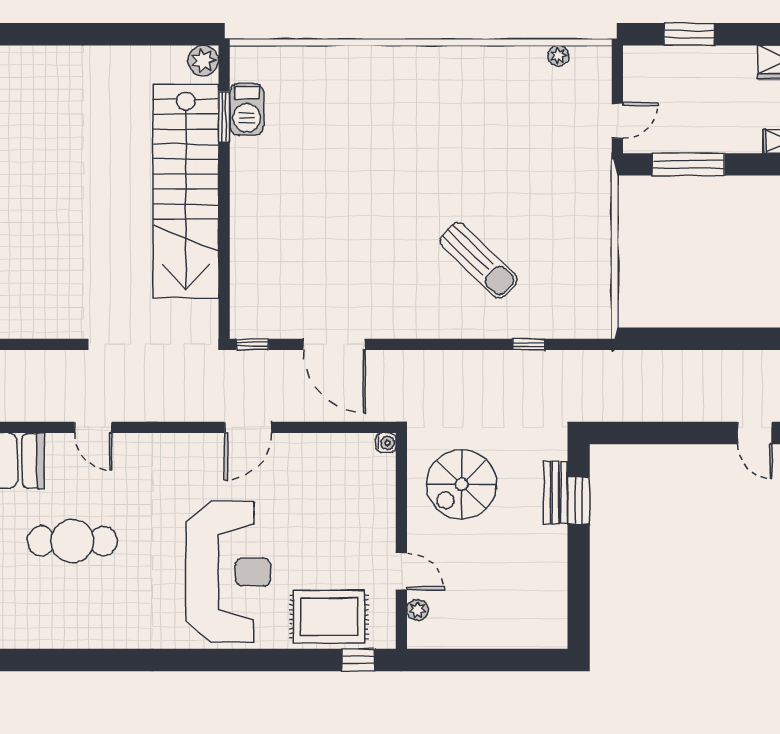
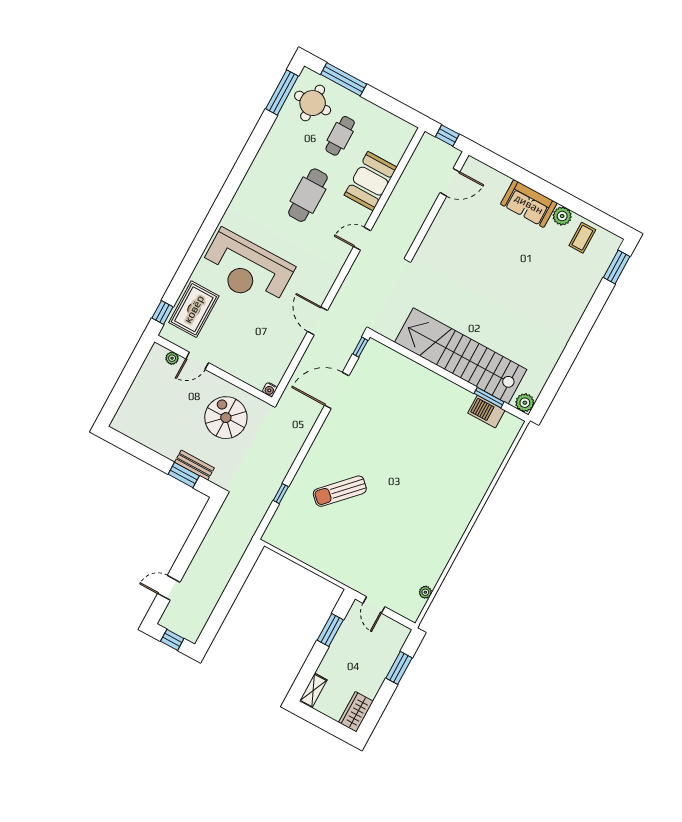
window: (688, 164) -> (330, 630), width x0.69

